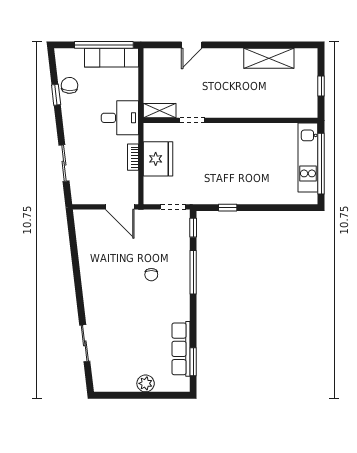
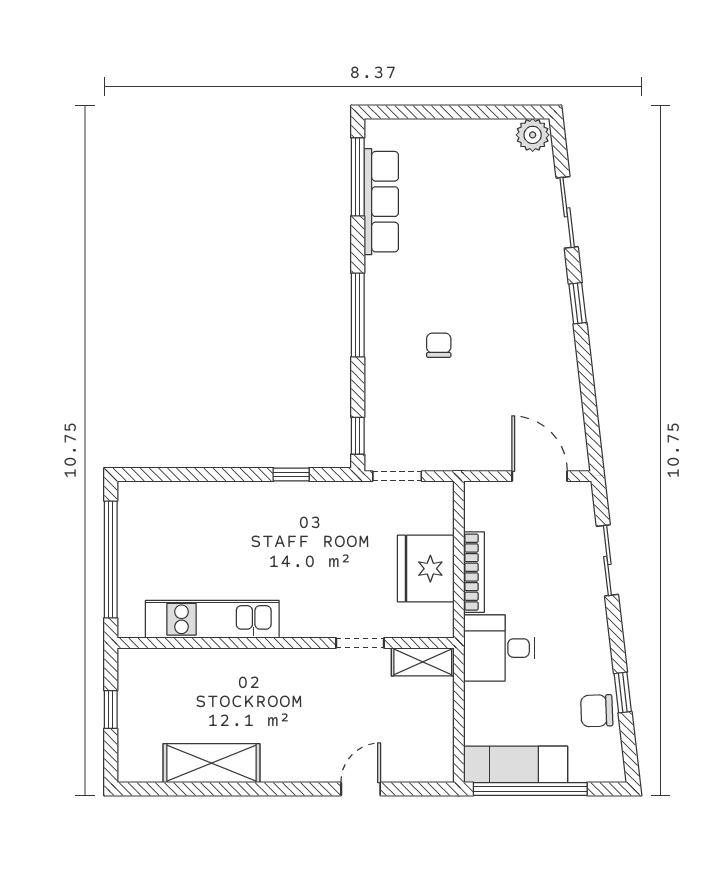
chair: (69, 85) -> (597, 711), turned 85
bookcase: (133, 157) -> (474, 572), width x1.56
kitchen unit: (308, 158) -> (212, 619), moved, turned -90
door: (120, 207) -> (540, 476), moved
window: (193, 272) -> (358, 315), moved
window: (79, 296) -> (578, 303), added
window: (193, 362) -> (358, 177), width x1.44
plant: (146, 383) -> (533, 135), moved

